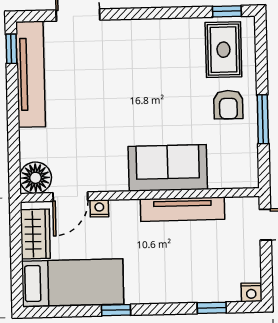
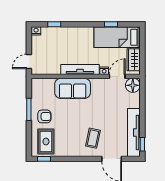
coffee table: (120, 59) -> (93, 138), added
armchair: (228, 105) -> (44, 116), turned 90
tv unit: (182, 209) -> (80, 69), moved
window: (116, 310) -> (111, 24), moved

